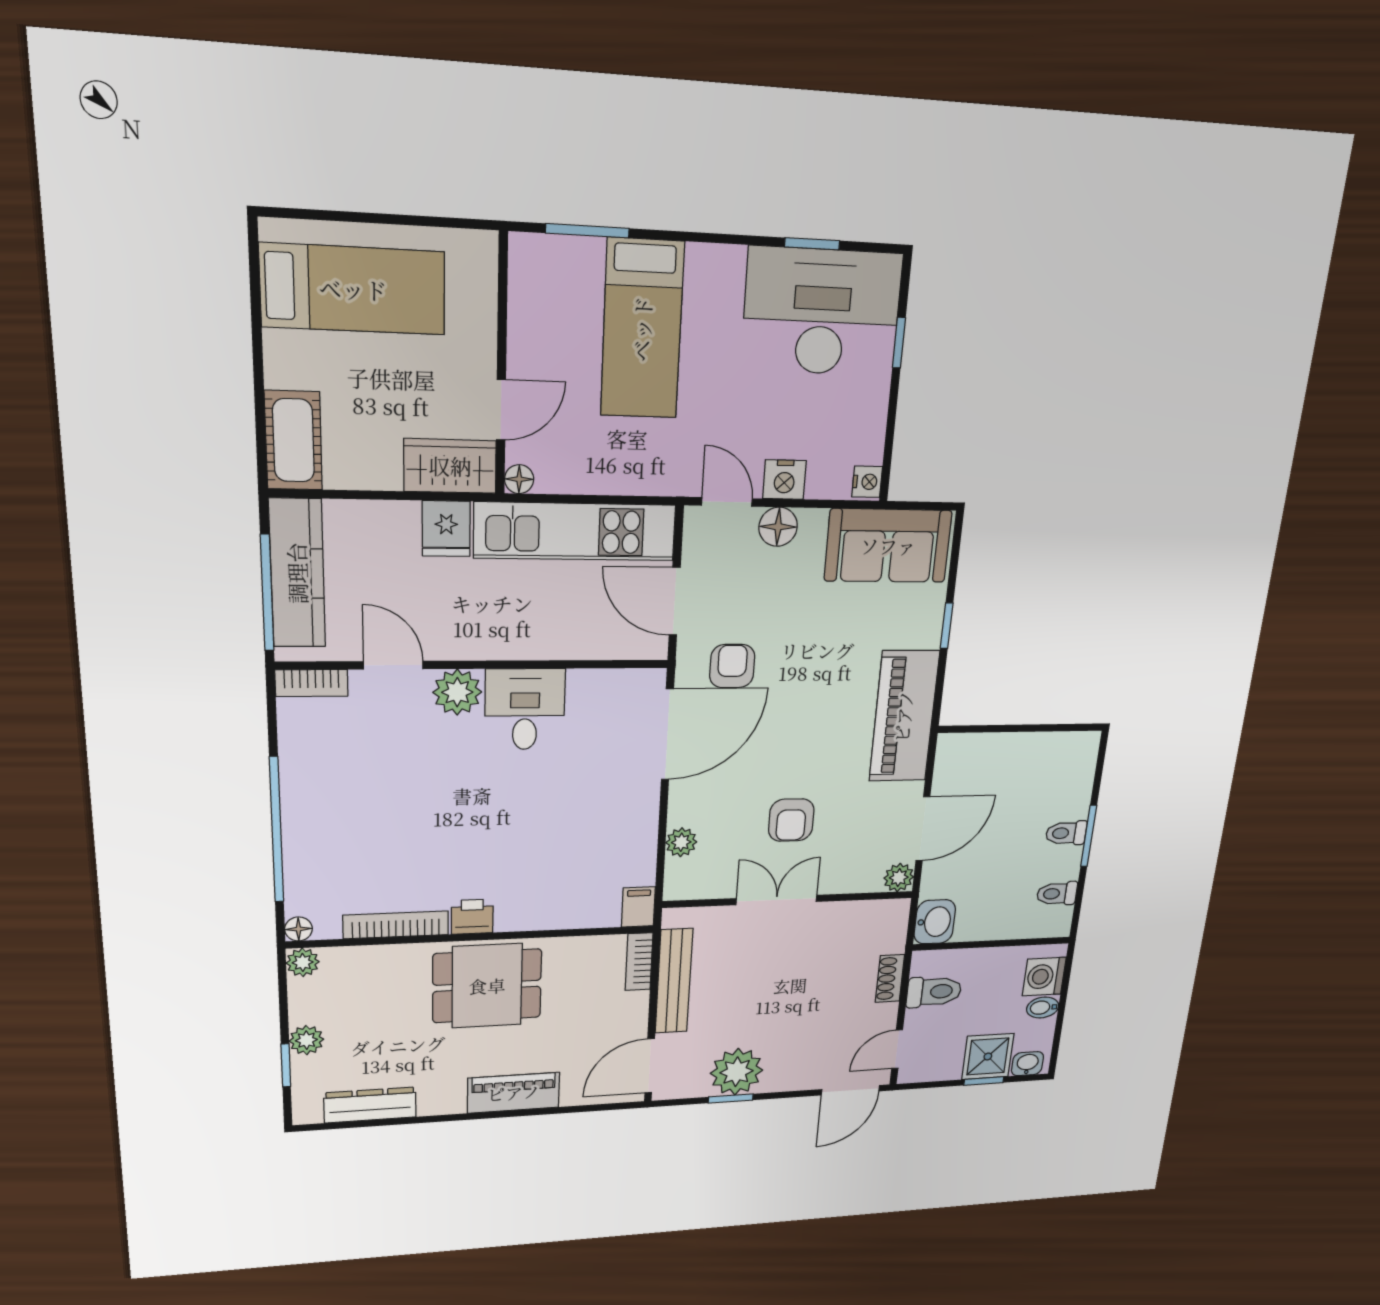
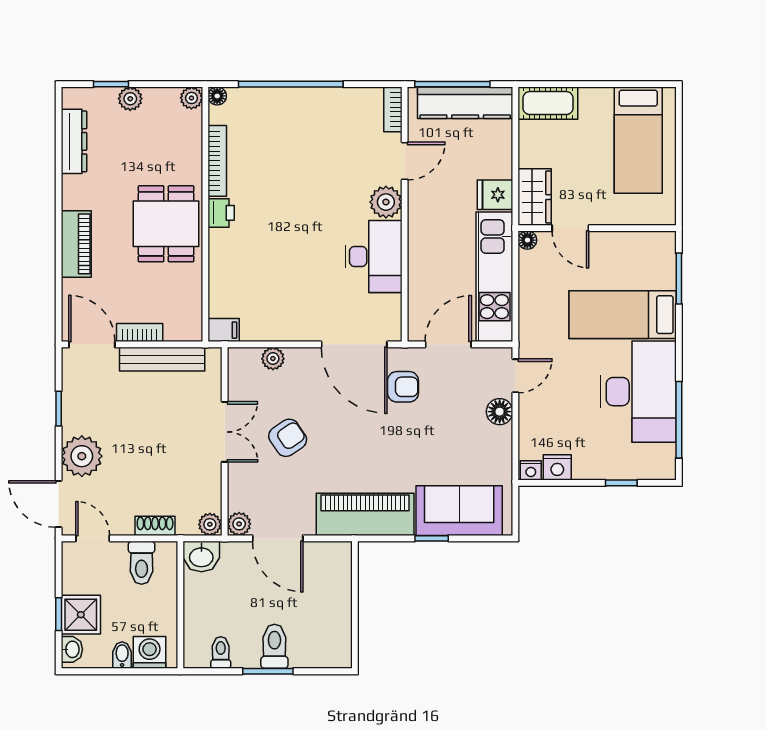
window: (812, 244) -> (679, 420), width x2.17
desk: (822, 312) -> (638, 392), moved
nightstand: (784, 480) -> (557, 467), moved, turned -90
sofa: (888, 546) -> (459, 511), moved, turned 90
desk: (525, 709) -> (373, 256), width x1.37
armchair: (791, 820) -> (288, 438), turned 146
toilet: (1066, 833) -> (274, 646), width x1.37, depth x1.39
plant: (895, 913) -> (210, 524), added
bookcase: (639, 962) -> (140, 333), moved
plant: (737, 1072) -> (82, 456), moved

